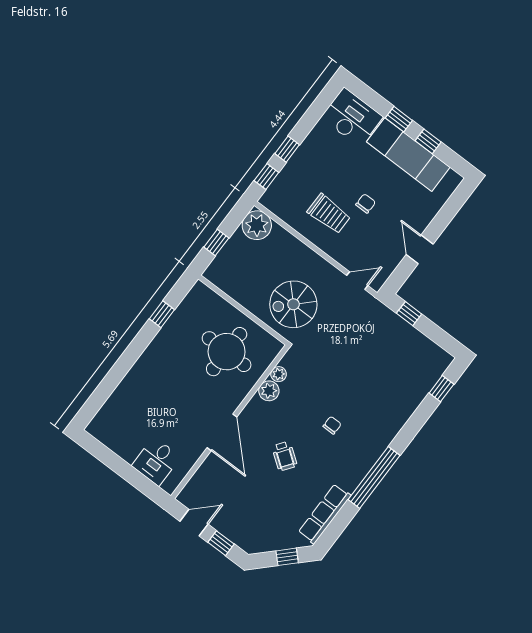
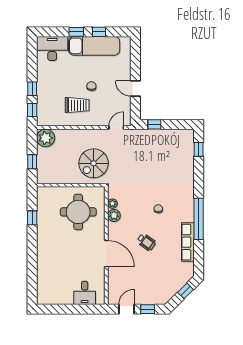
row of seats: (325, 514) -> (188, 242), moved

